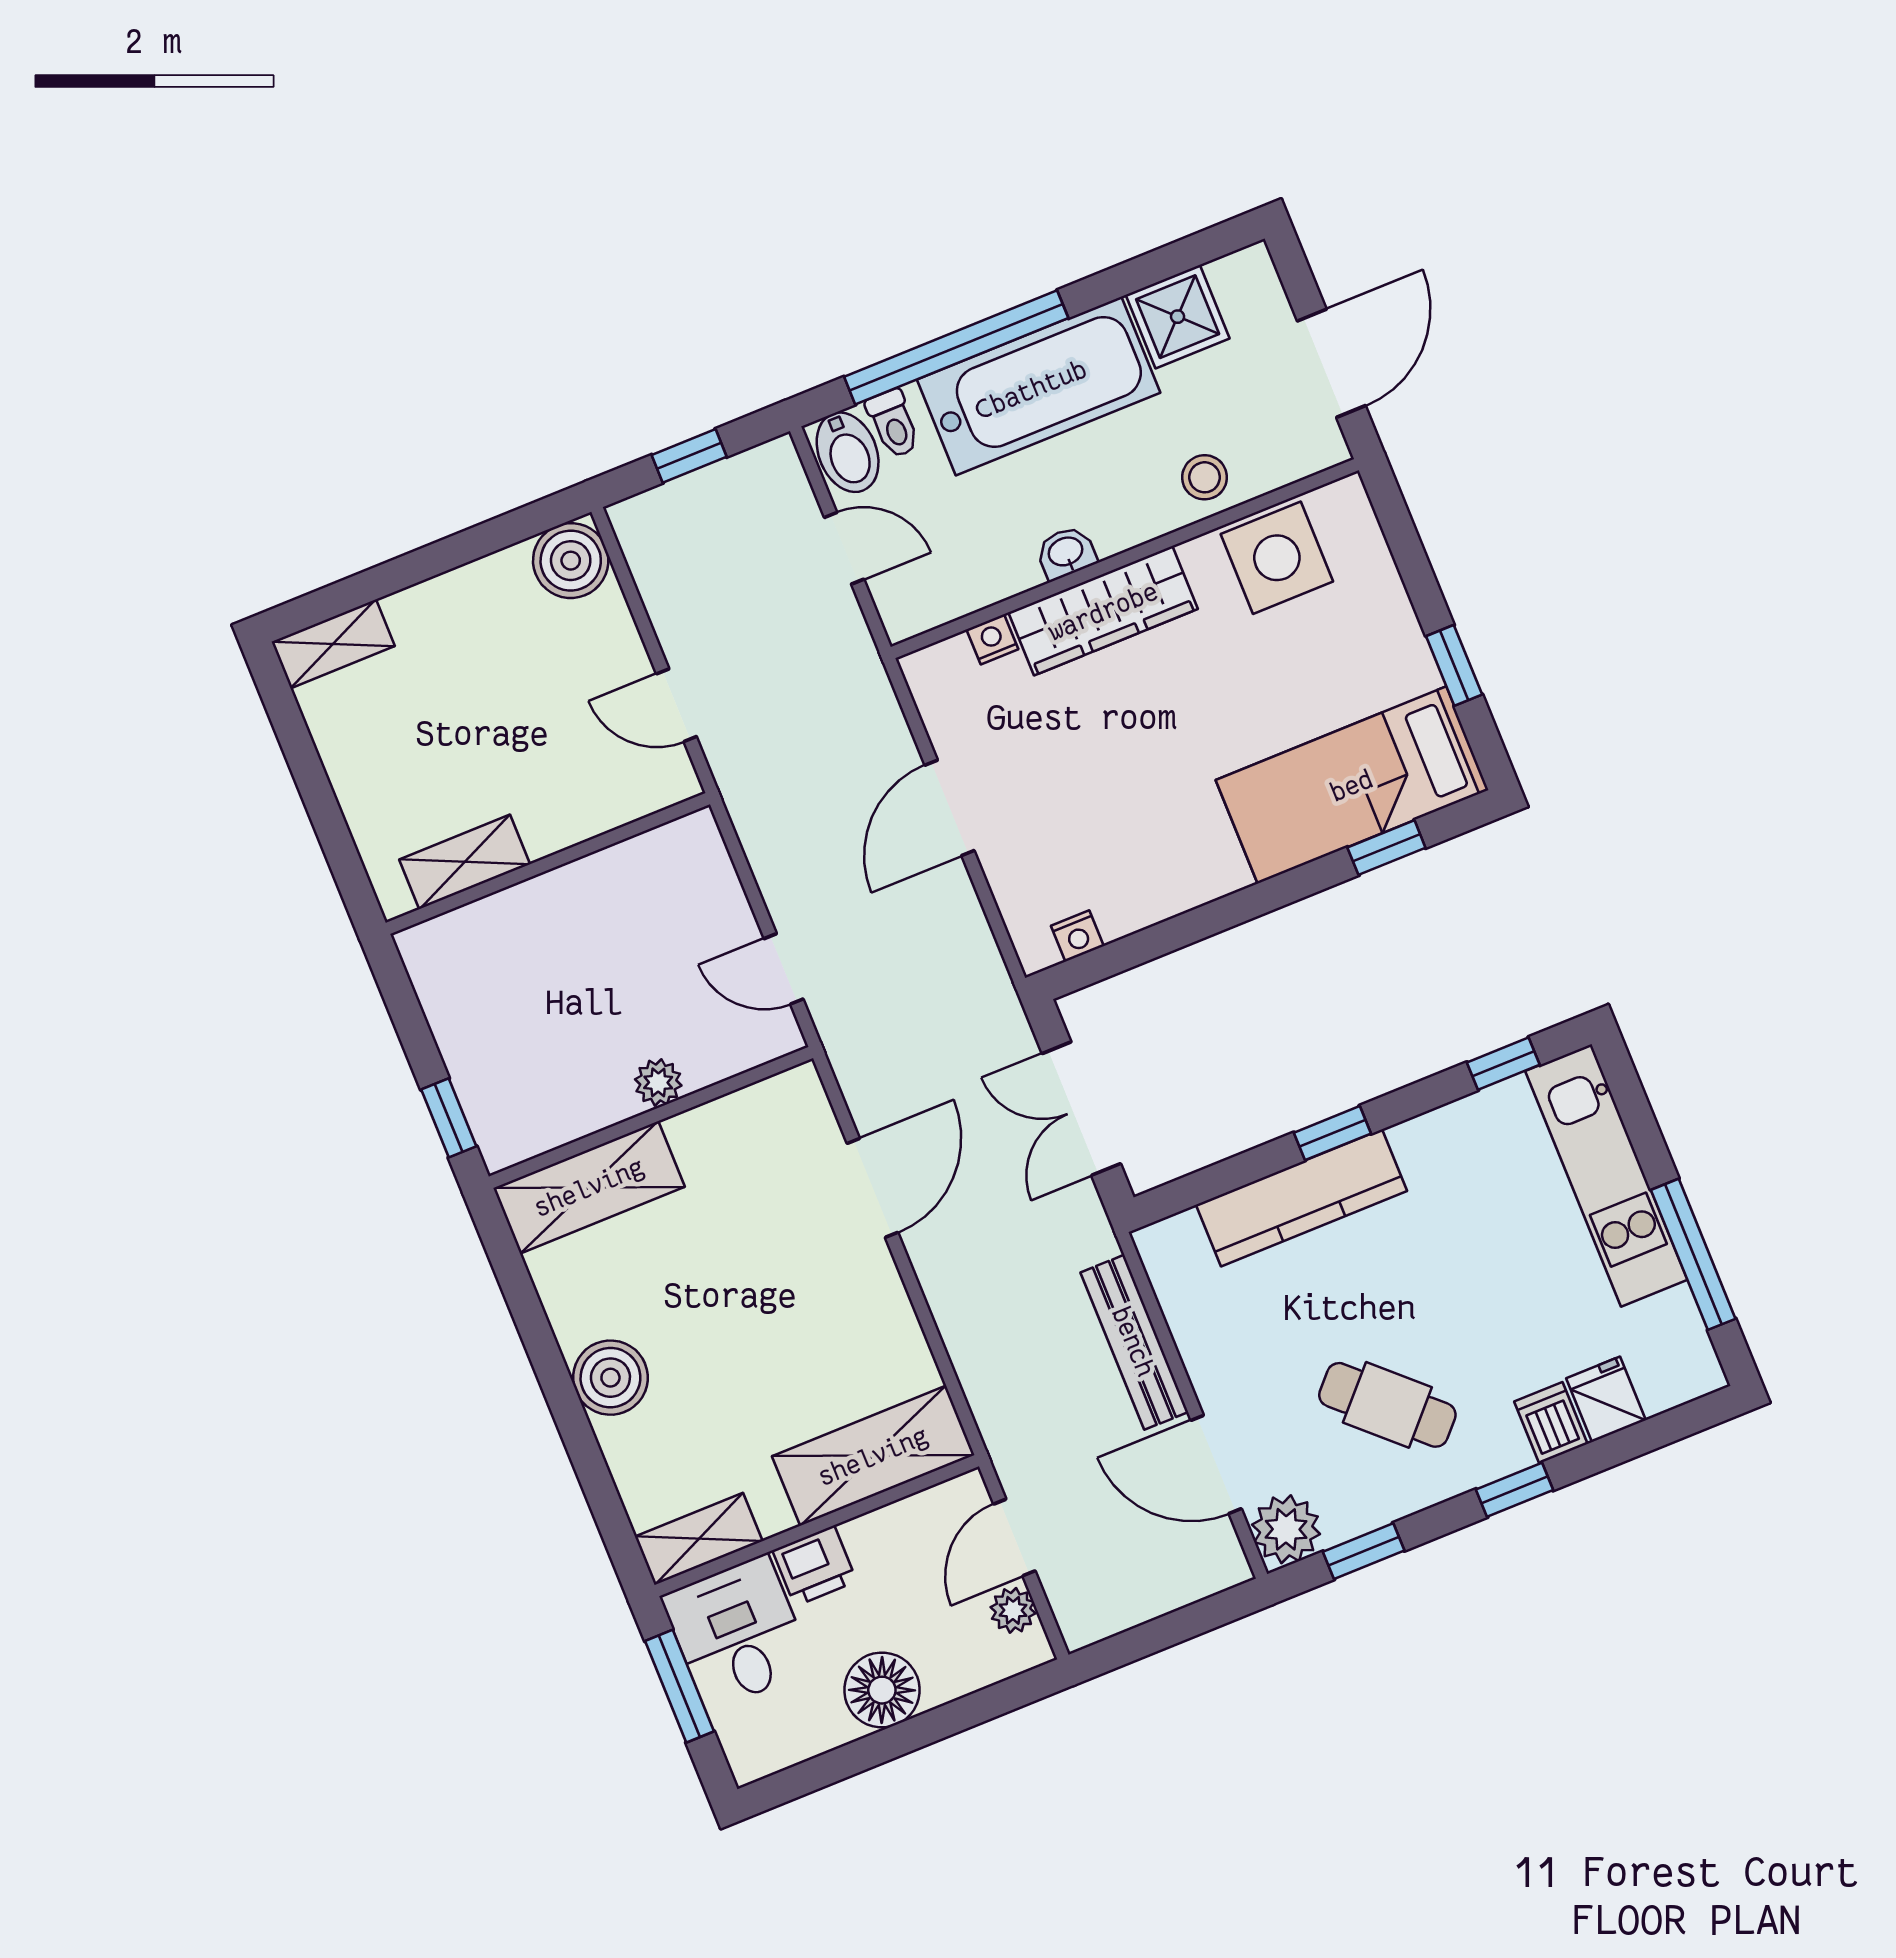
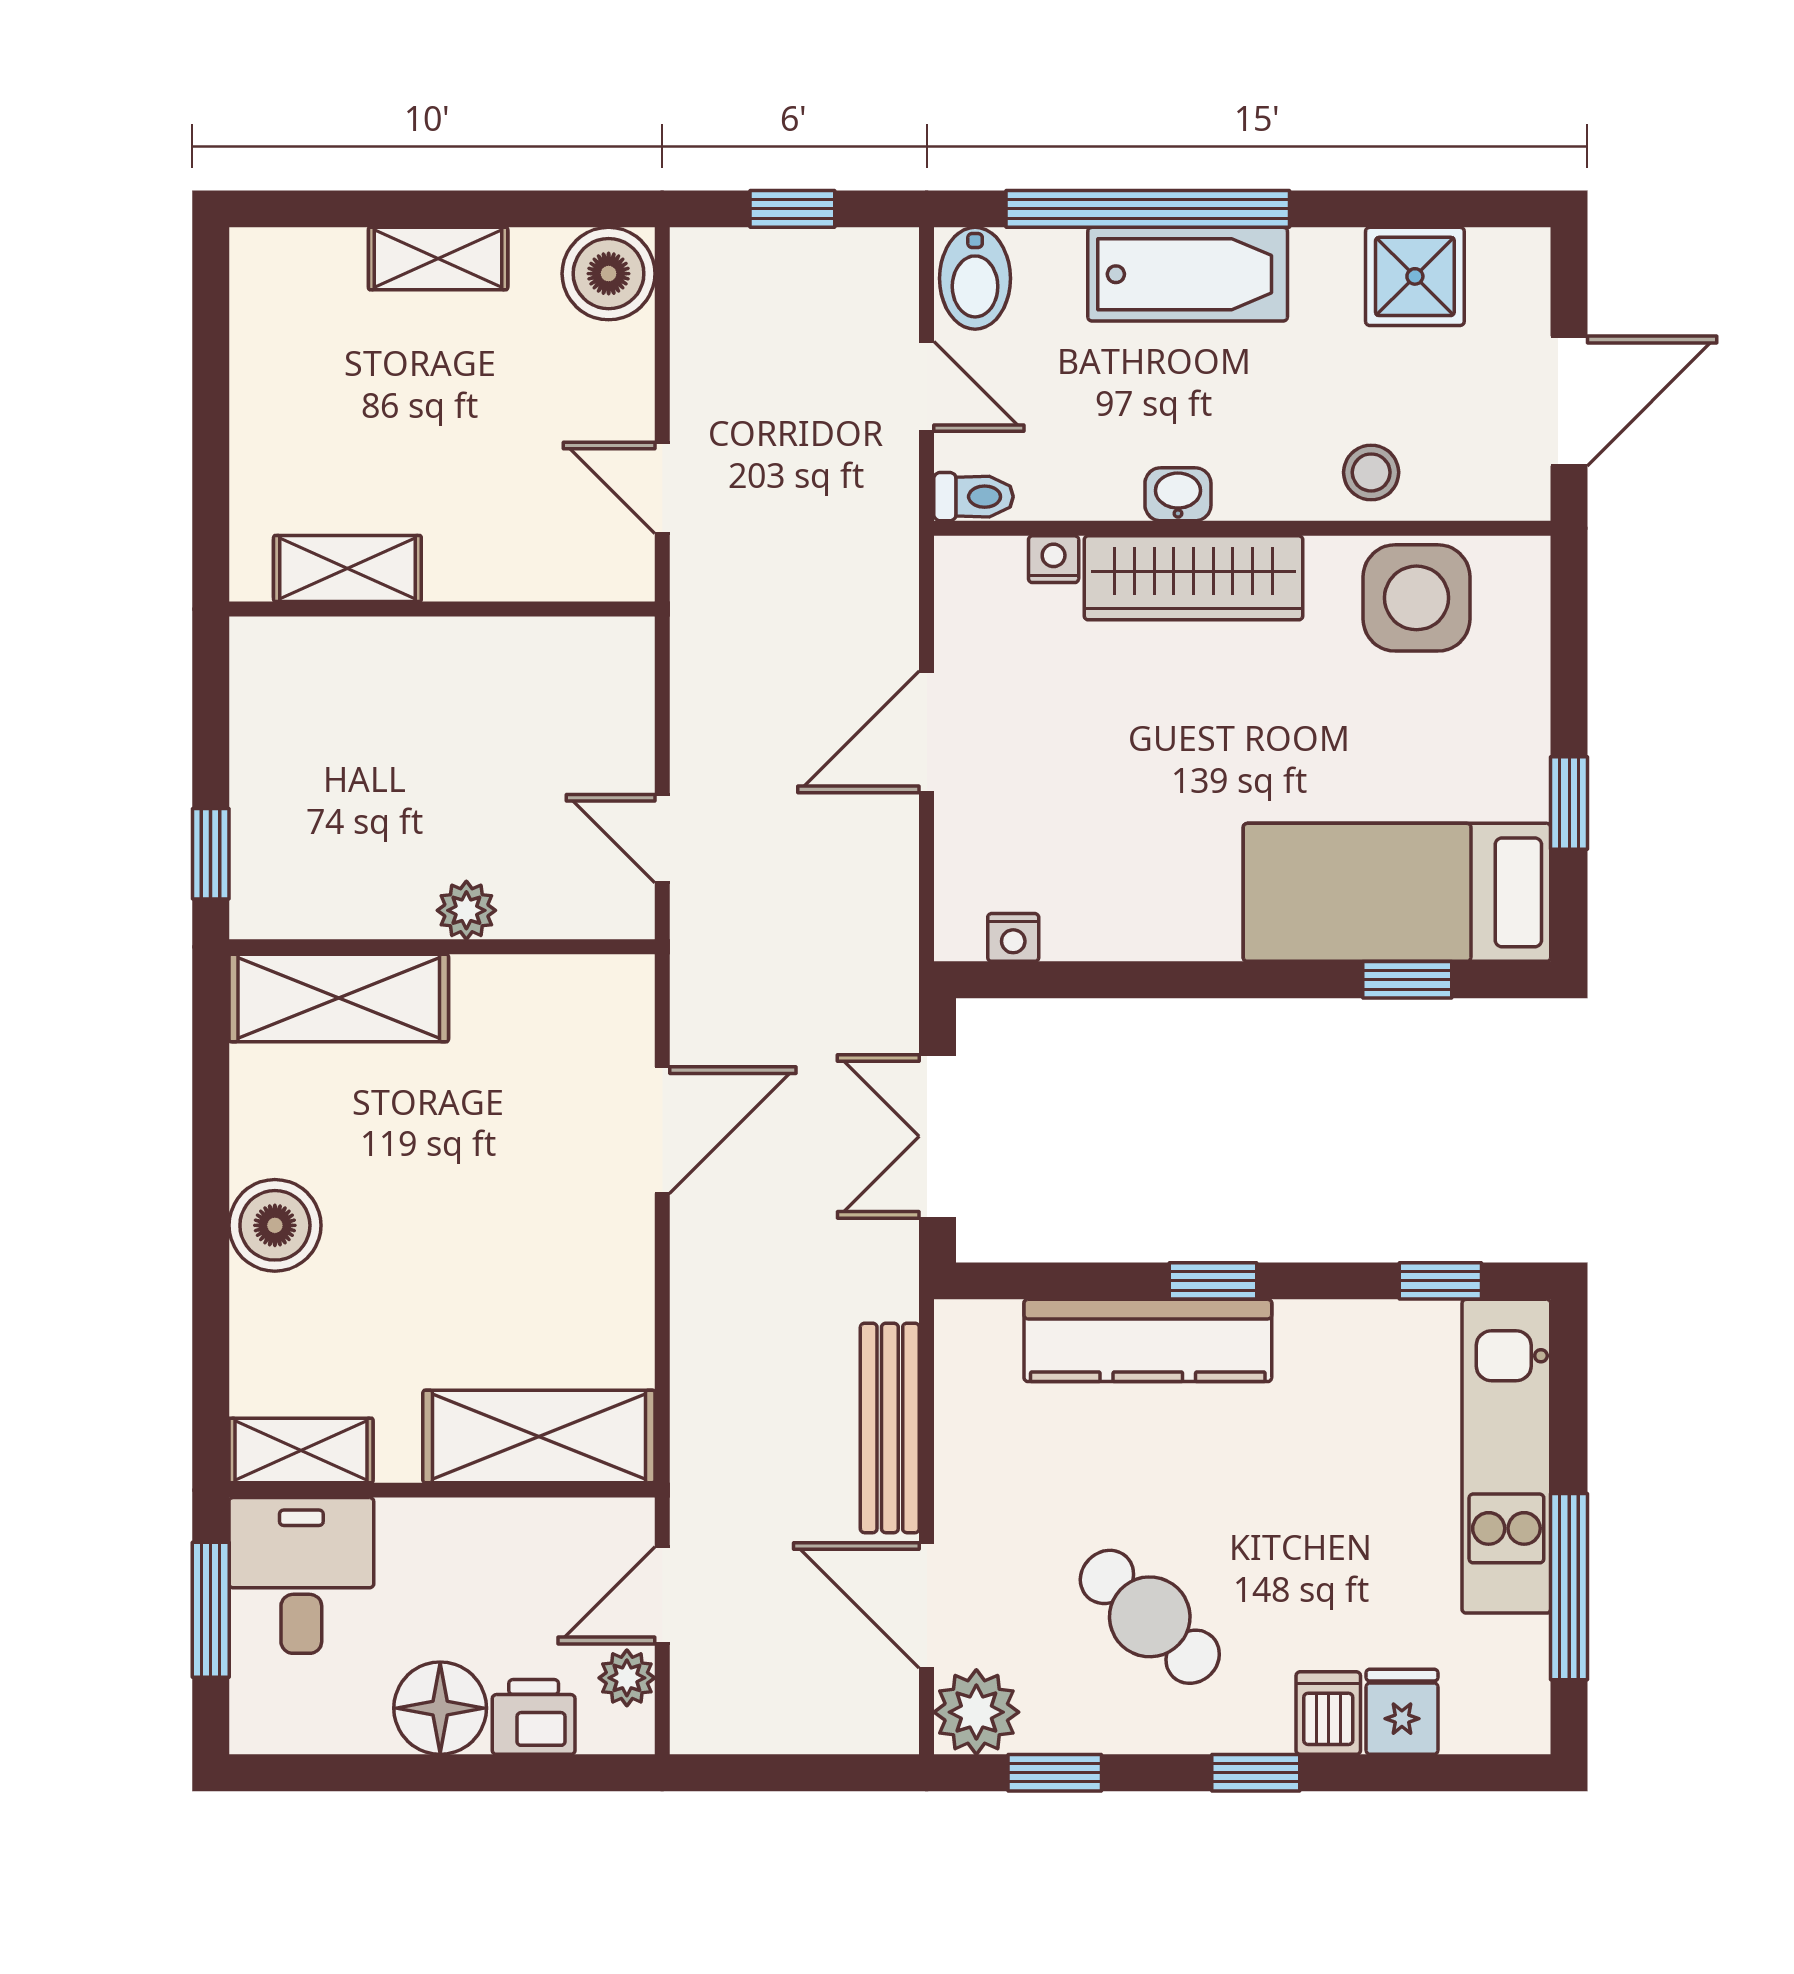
bathtub: (1039, 386) -> (1188, 274), width x0.73, depth x0.73
toilet: (893, 424) -> (973, 497), moved, turned -90
shelving: (333, 644) -> (438, 258), moved
printer: (815, 1566) -> (534, 1717), moved, turned 180

